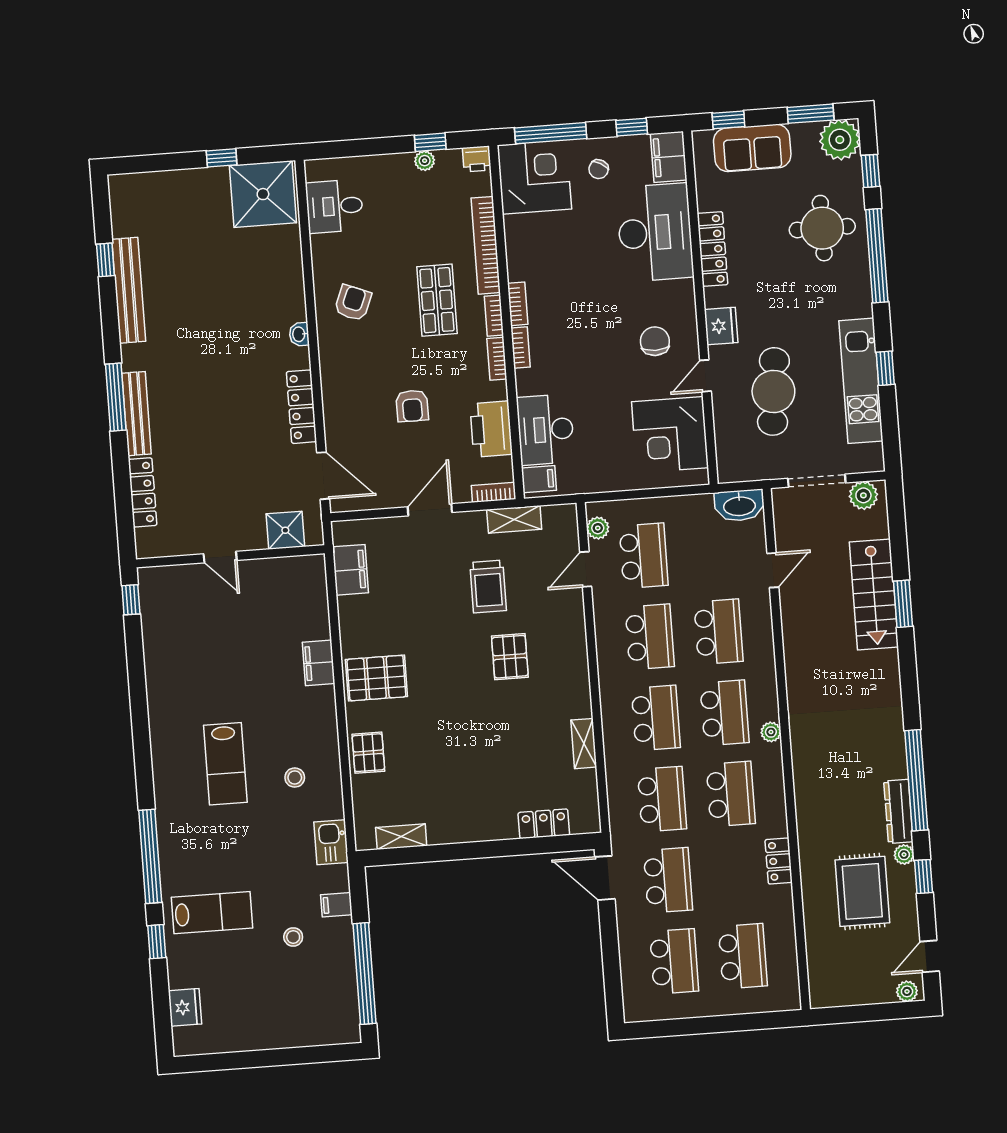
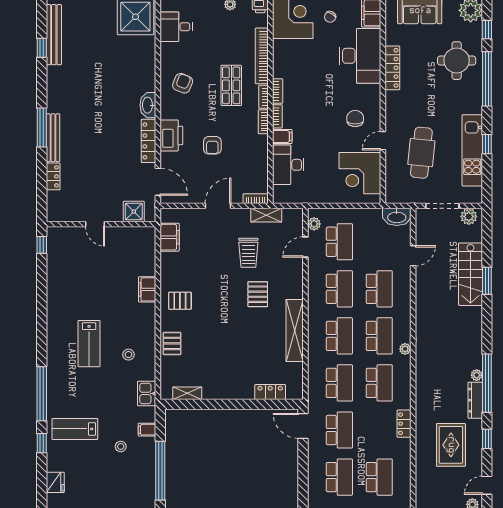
bench: (129, 290) -> (54, 35), moved
fridge: (721, 326) -> (394, 113), removed
washbasin: (299, 334) -> (148, 105), width x1.91, depth x1.45
printer: (491, 429) -> (171, 135), moved, turned 180
filing cabinet: (539, 479) -> (282, 137), moved
locker: (143, 492) -> (53, 176), width x0.66
pallet: (376, 678) -> (180, 301), width x0.67, depth x0.71
shelving: (584, 744) -> (295, 331), width x2.20, depth x1.33
plant: (904, 855) -> (477, 375), moved
lab bench: (212, 913) -> (75, 429), turned 180

